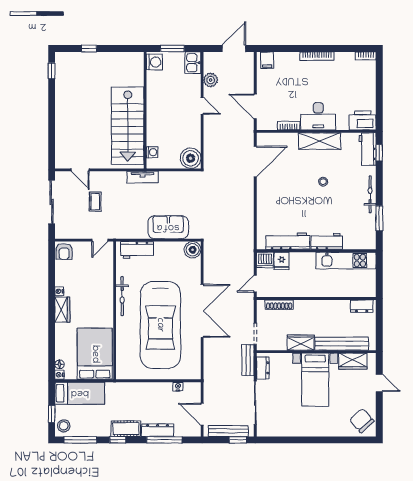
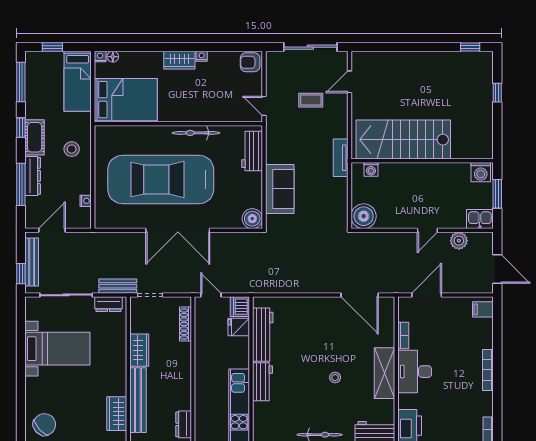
bed with nightstands: (315, 380) -> (57, 349), moved, turned 180
stool: (64, 426) -> (72, 149), moved

